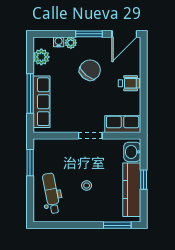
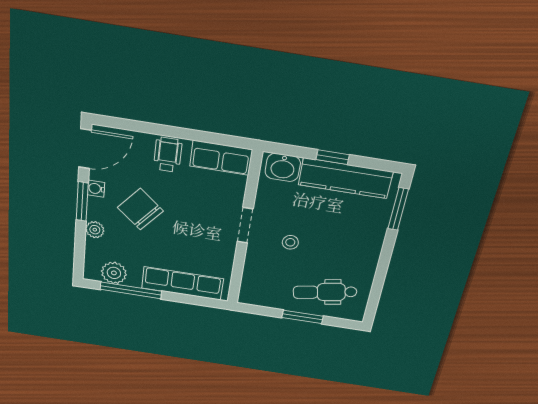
door: (124, 34) -> (85, 149), hinge flipped
water cooler: (59, 42) -> (96, 189), moved
window: (30, 93) -> (131, 290), moved
row of seats: (123, 124) -> (221, 158), moved, turned -90
window: (30, 163) -> (303, 317), moved
stool: (87, 186) -> (290, 242), moved

